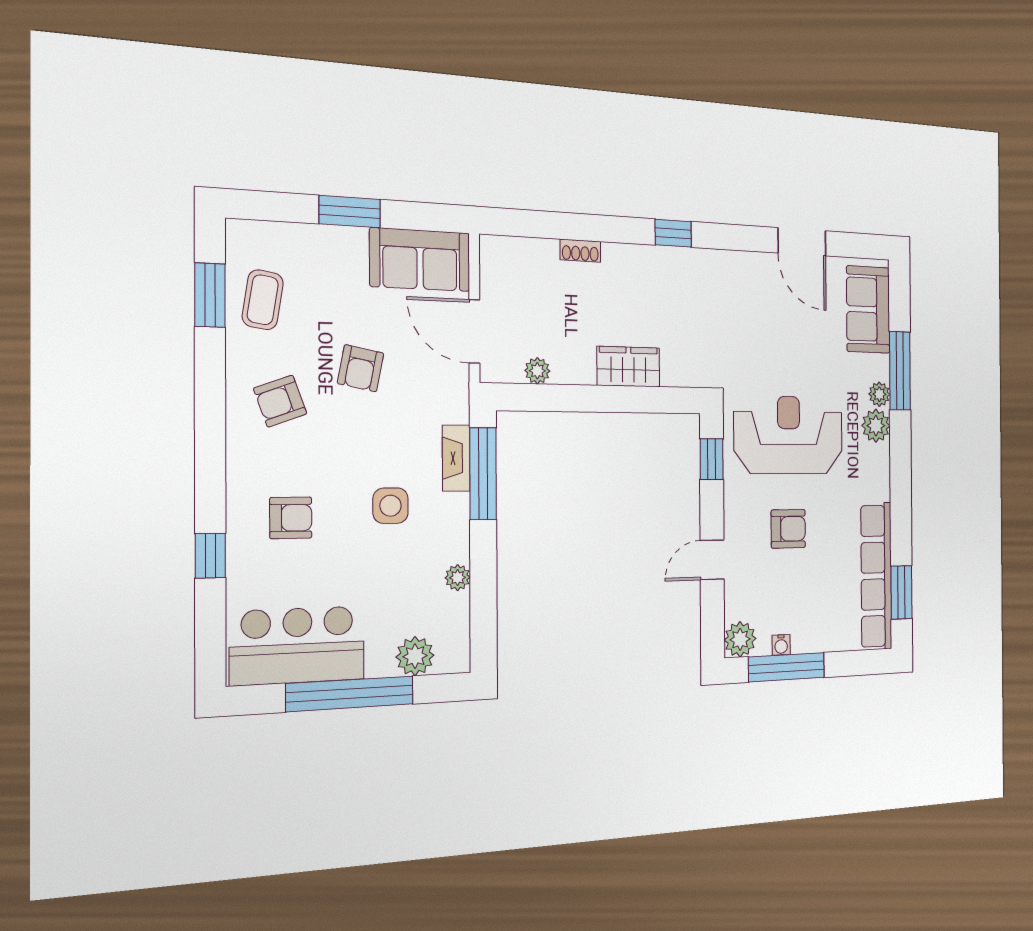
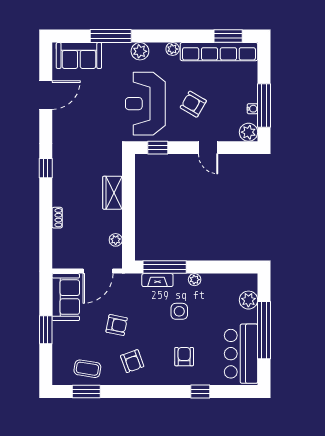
plant: (879, 394) -> (173, 49), moved
armchair: (788, 529) -> (193, 104), turned -60
plant: (458, 578) -> (195, 280), moved

